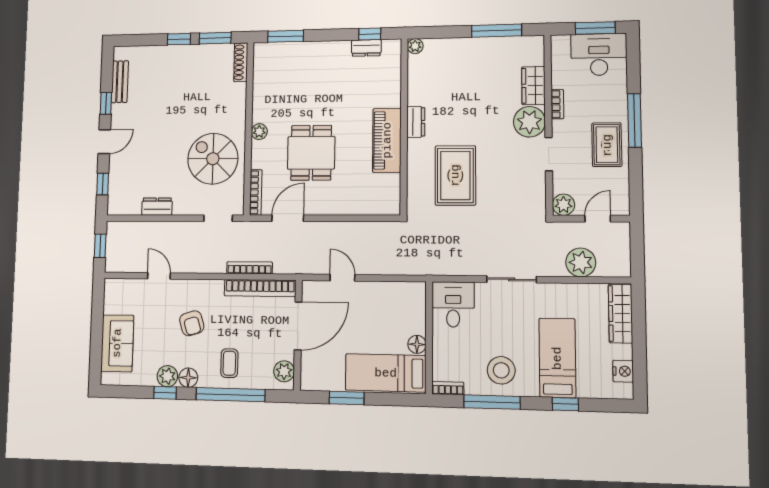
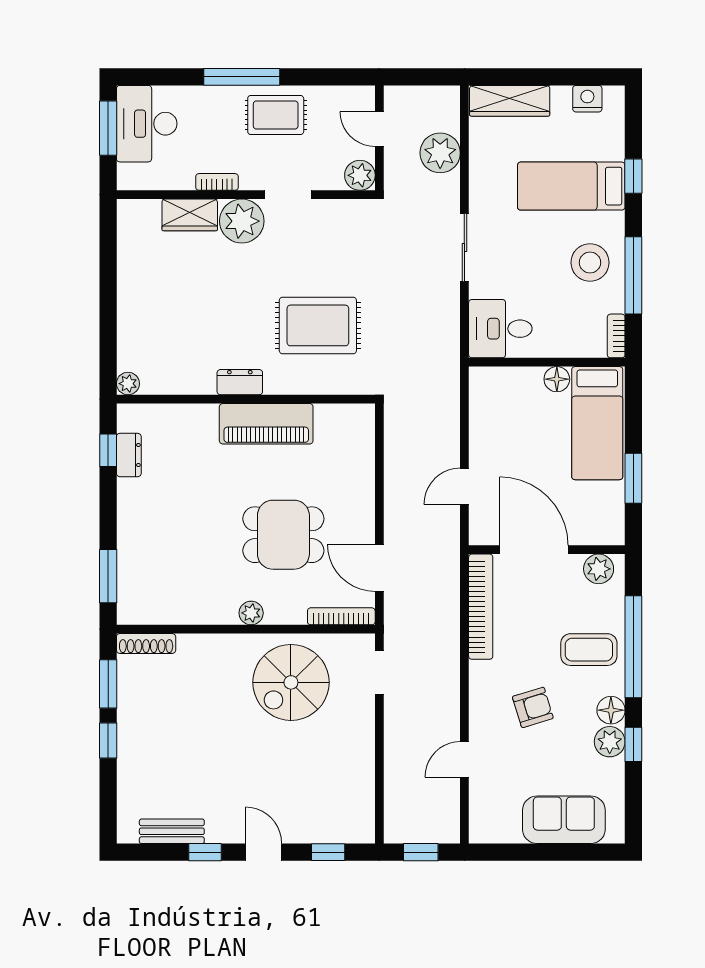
window: (497, 31) -> (108, 266), removed
dresser: (157, 207) -> (362, 766), removed
bookcase: (250, 268) -> (452, 623), removed
coffee table: (229, 363) -> (589, 650), width x1.36, depth x1.30

